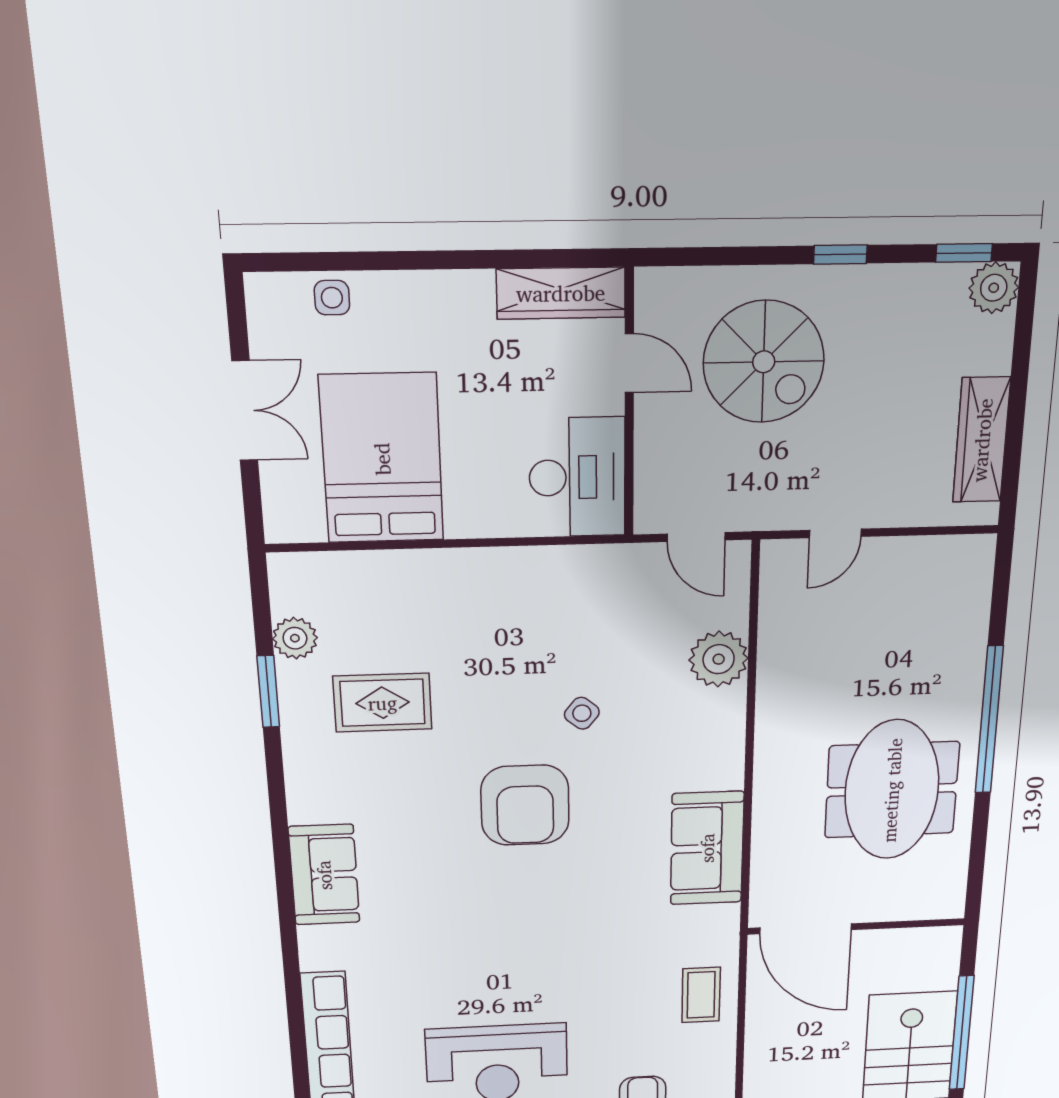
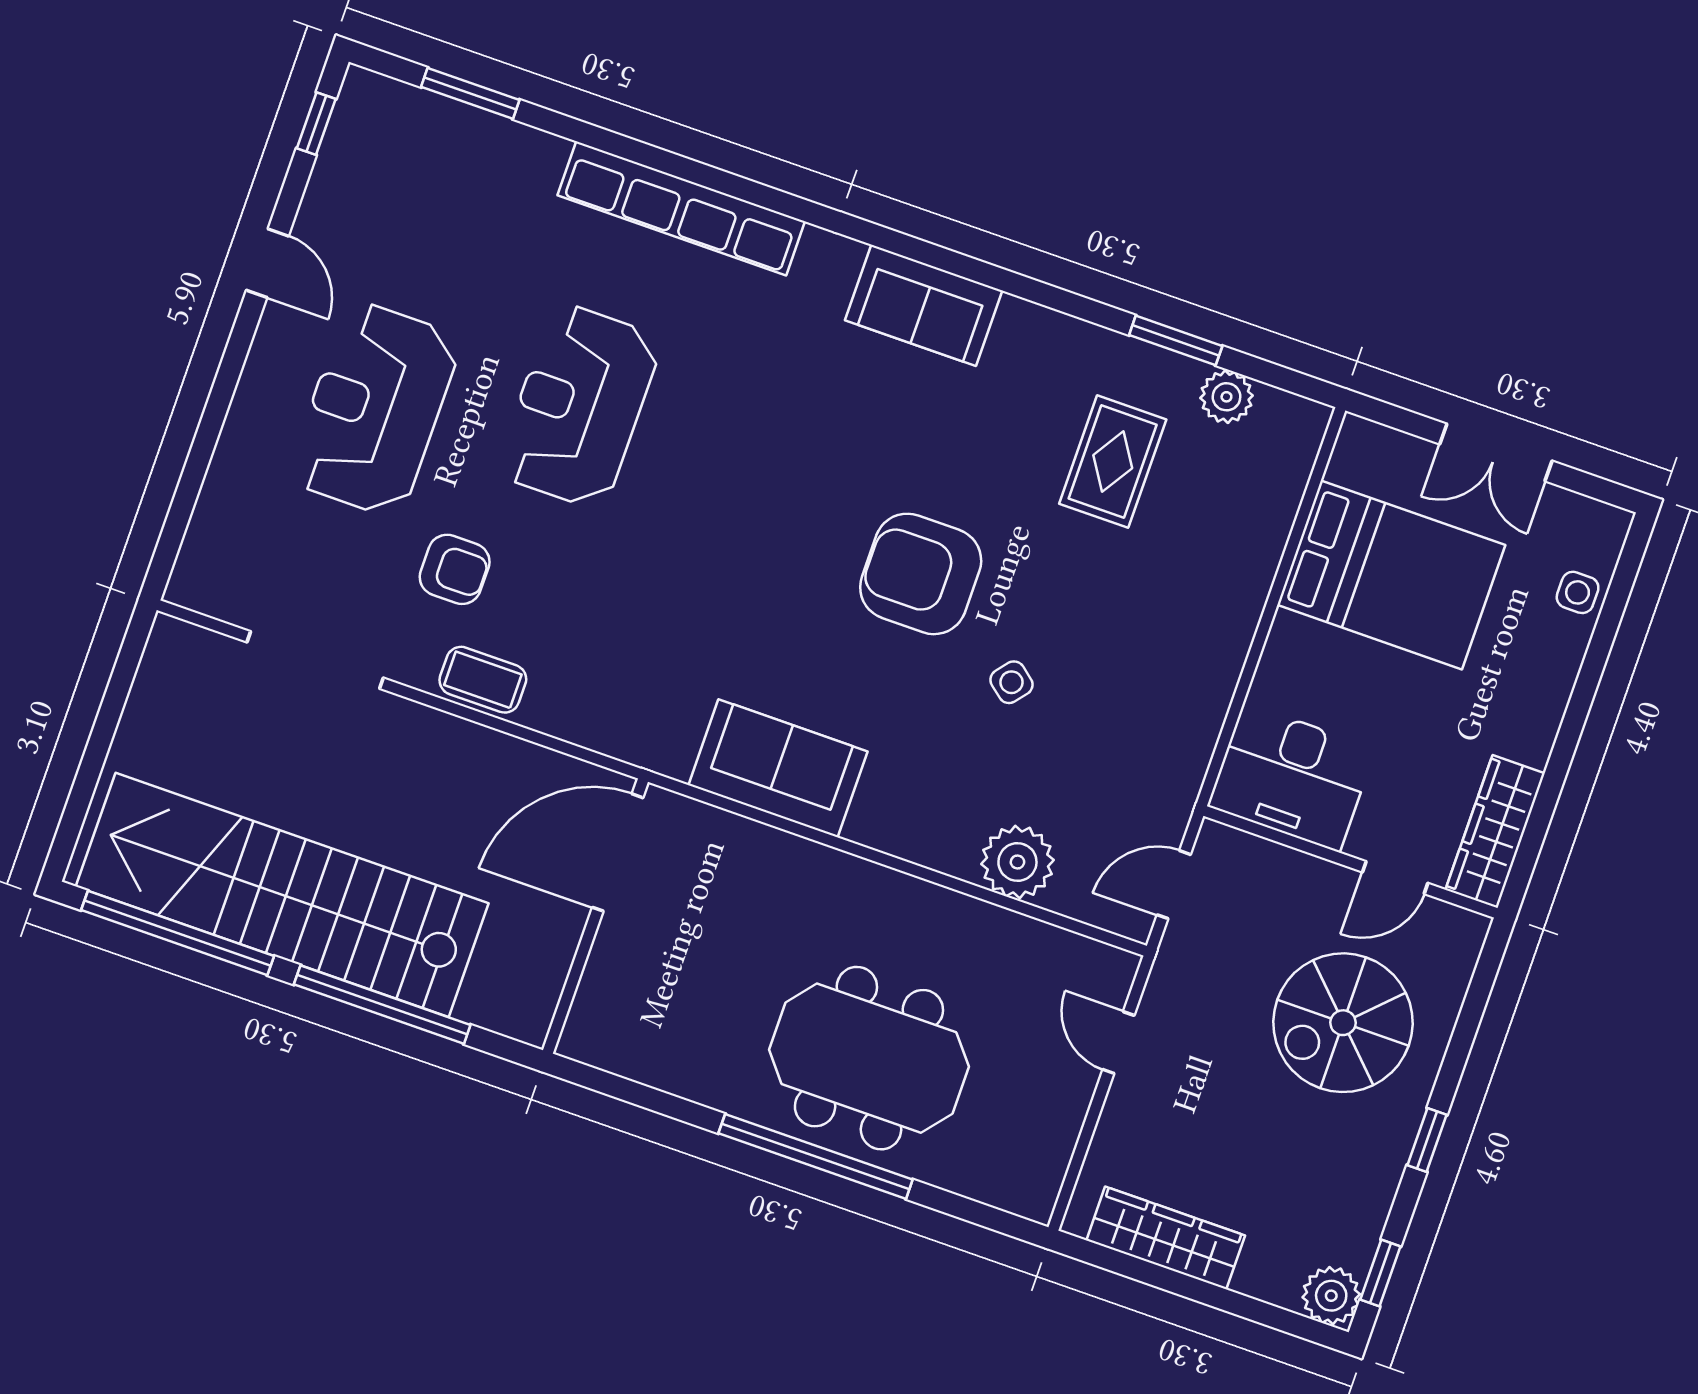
meeting table: (892, 790) -> (869, 1058), moved
coffee table: (701, 995) -> (483, 680), moved

